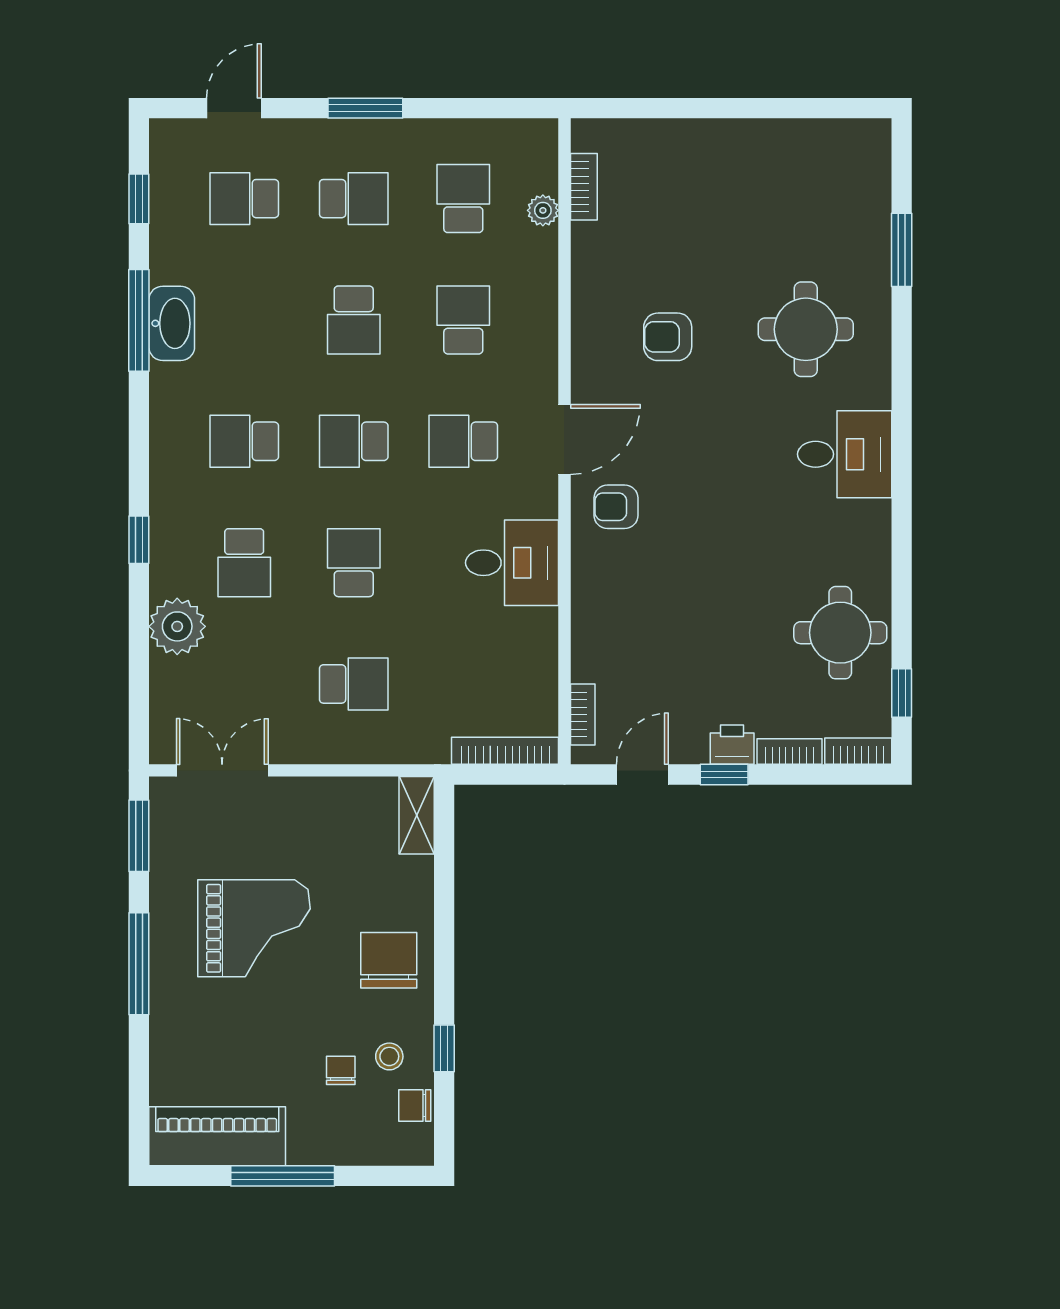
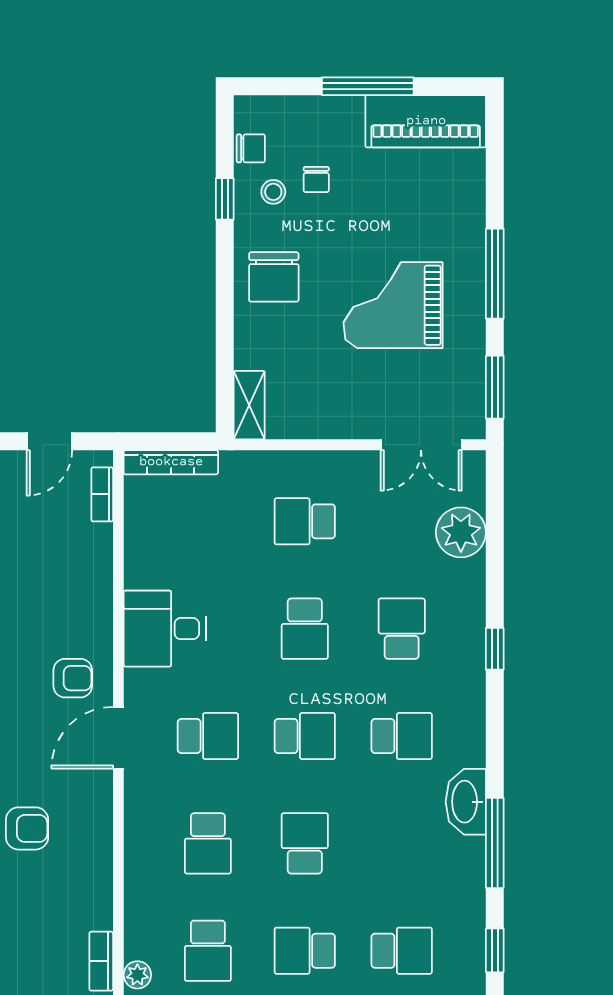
plant: (543, 210) -> (137, 975), moved
washbasin: (172, 323) -> (466, 802), moved
plant: (177, 626) -> (461, 532), moved

